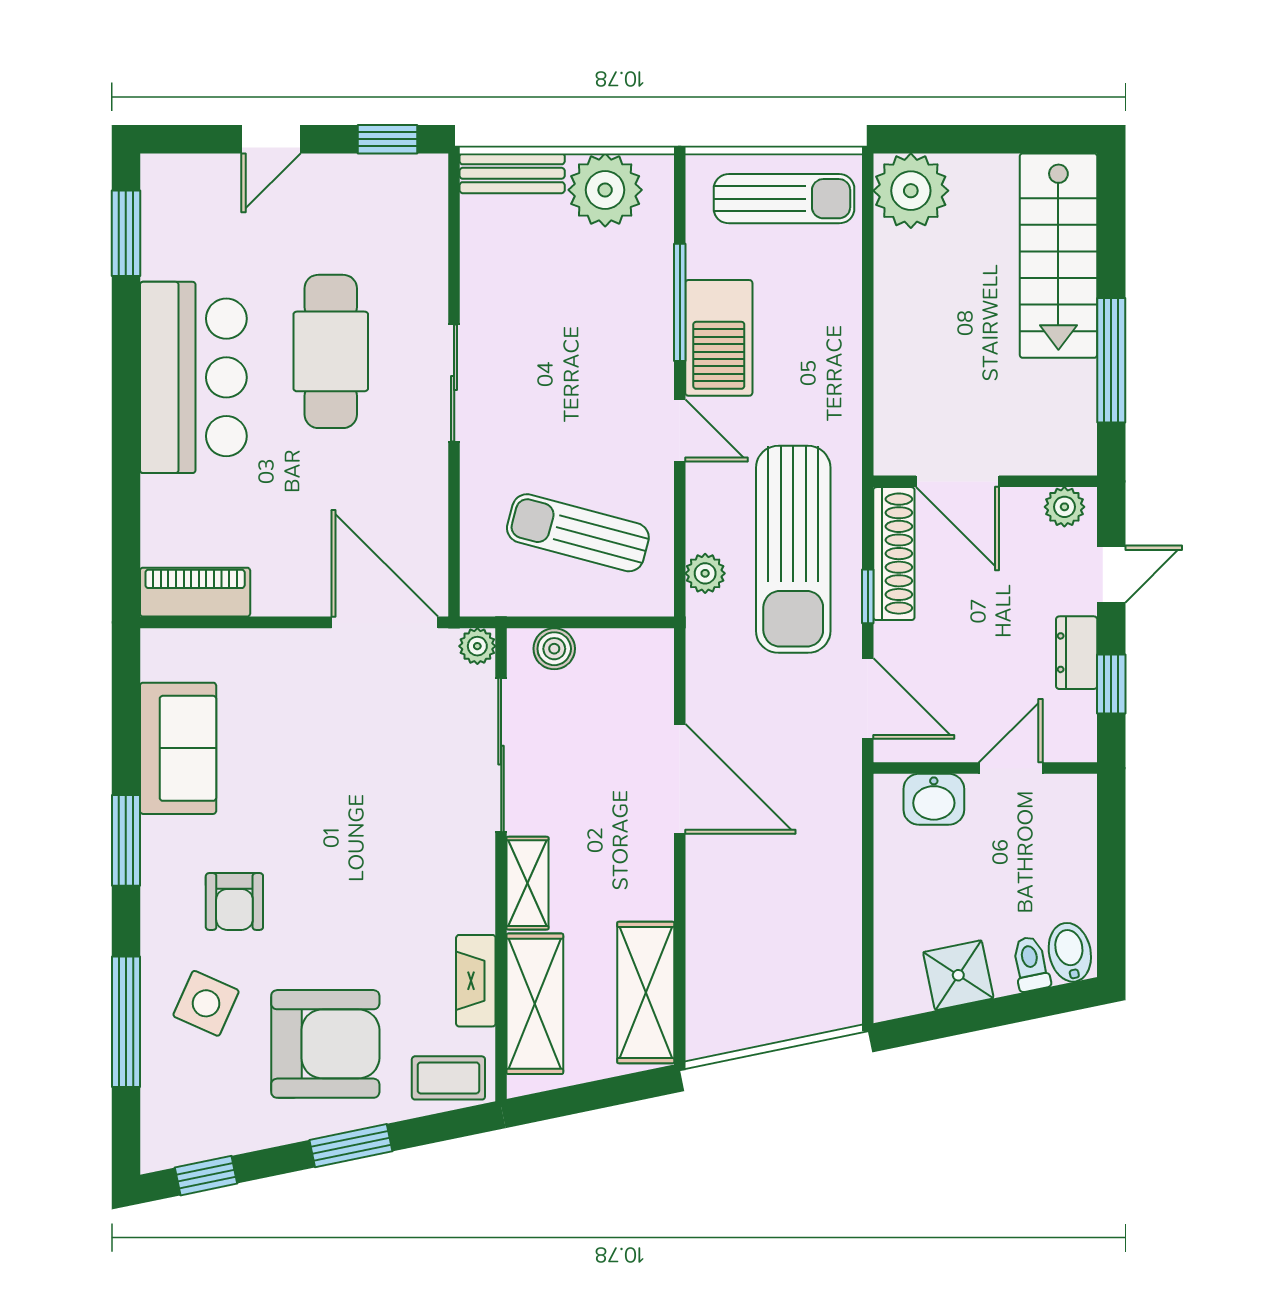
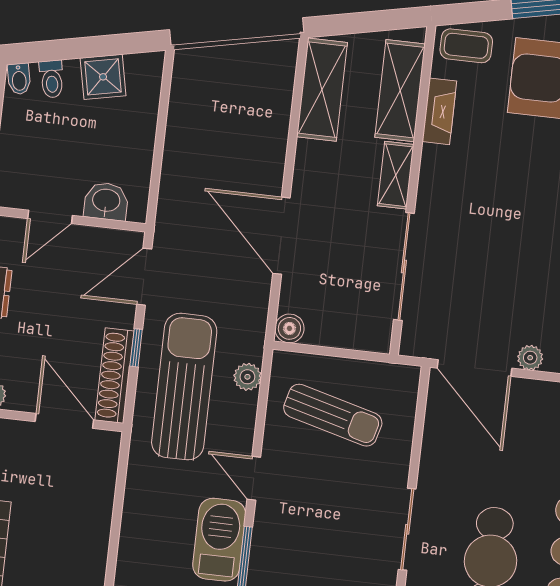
plant: (477, 646) -> (530, 358), moved
boiler: (554, 649) -> (289, 328), moved
door: (868, 699) -> (144, 277), hinge flipped
bidet: (1070, 952) -> (19, 79), width x0.72, depth x0.74

